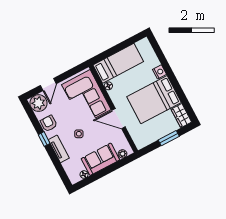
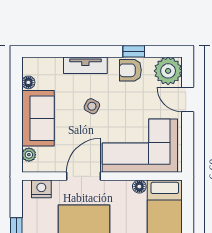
armchair: (49, 123) -> (130, 70), turned 180
nightstand: (137, 138) -> (41, 189), added
window: (44, 139) -> (134, 51), moved

